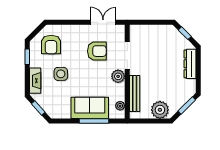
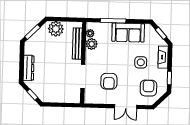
double door: (103, 22) -> (126, 107), moved
armchair: (97, 51) -> (109, 81), turned -90
plant: (118, 76) -> (92, 44), moved
sofa: (90, 108) -> (128, 33), moved

